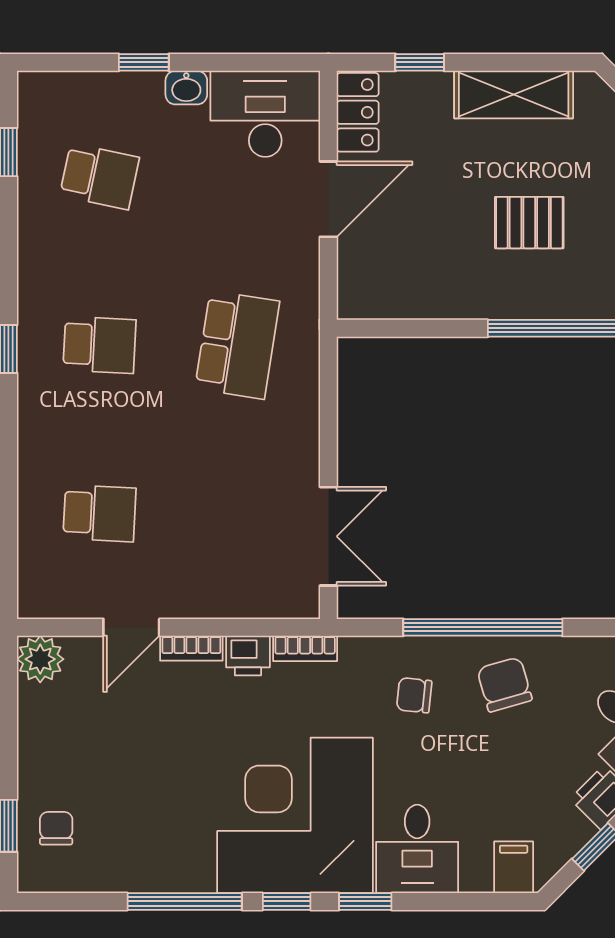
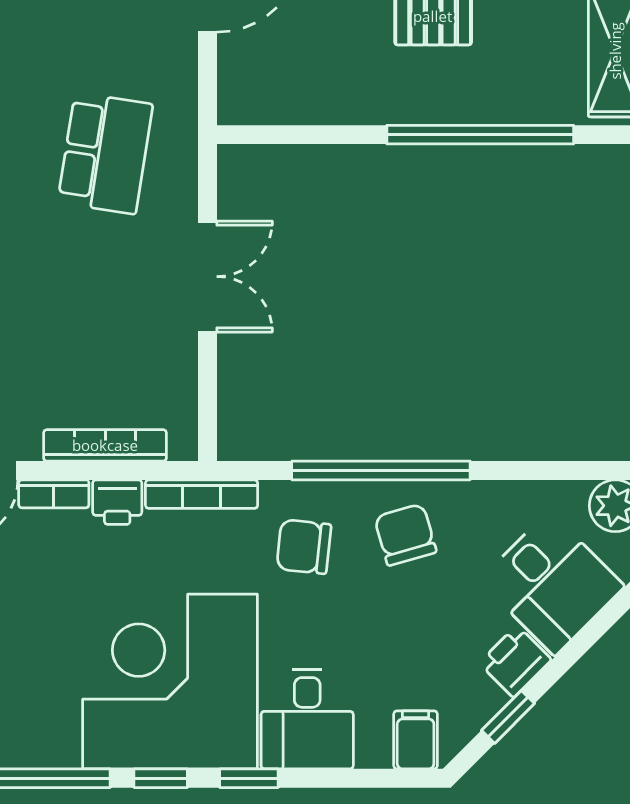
double door: (328, 536) -> (208, 277), moved
bookcase: (237, 605) -> (105, 445), added
bookcase: (305, 648) -> (202, 494), width x1.56
chair: (414, 695) -> (304, 547), width x1.37, depth x1.37

